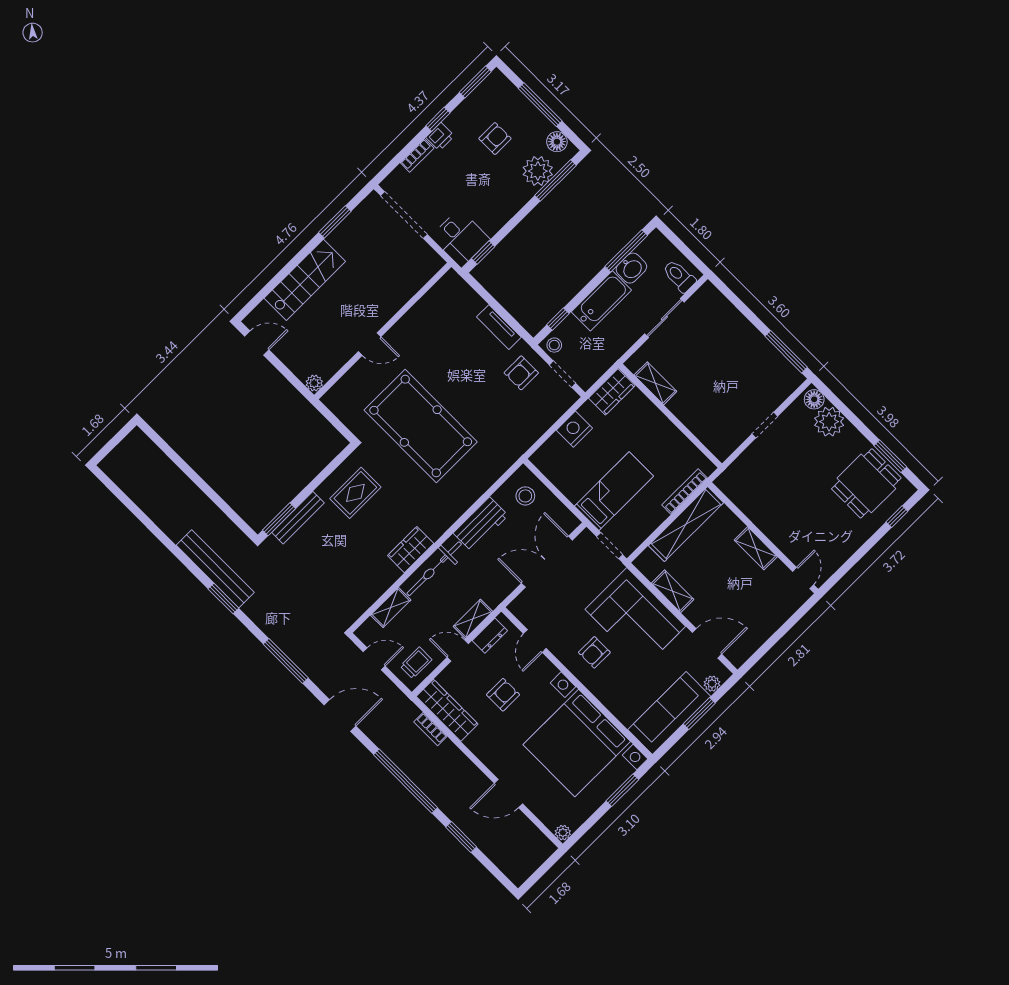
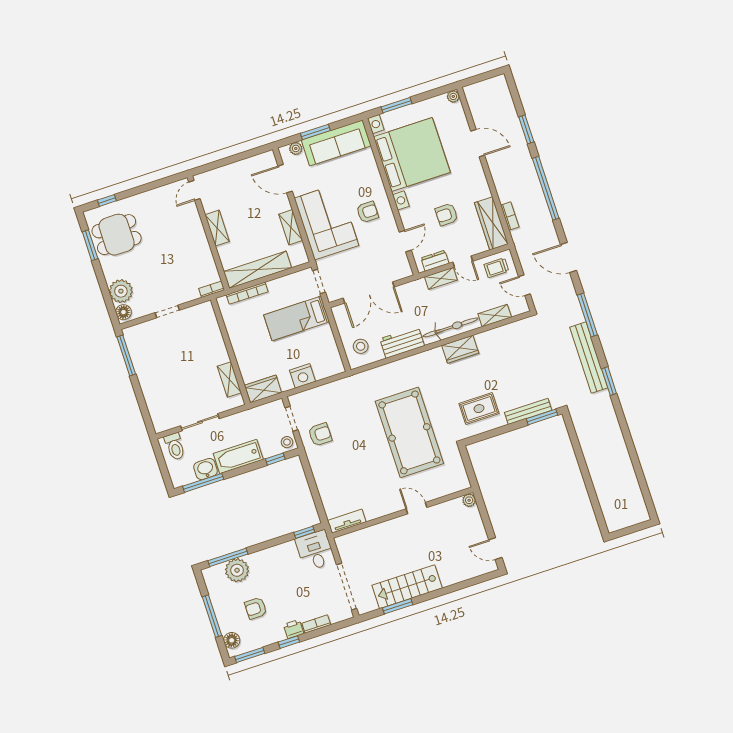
floor lamp: (557, 142) -> (232, 640), moved
stairs: (305, 280) -> (407, 587), moved
tv unit: (499, 327) -> (347, 521), moved, turned -90
bookcase: (727, 476) -> (212, 289), added
bench: (215, 569) -> (589, 358), moved

